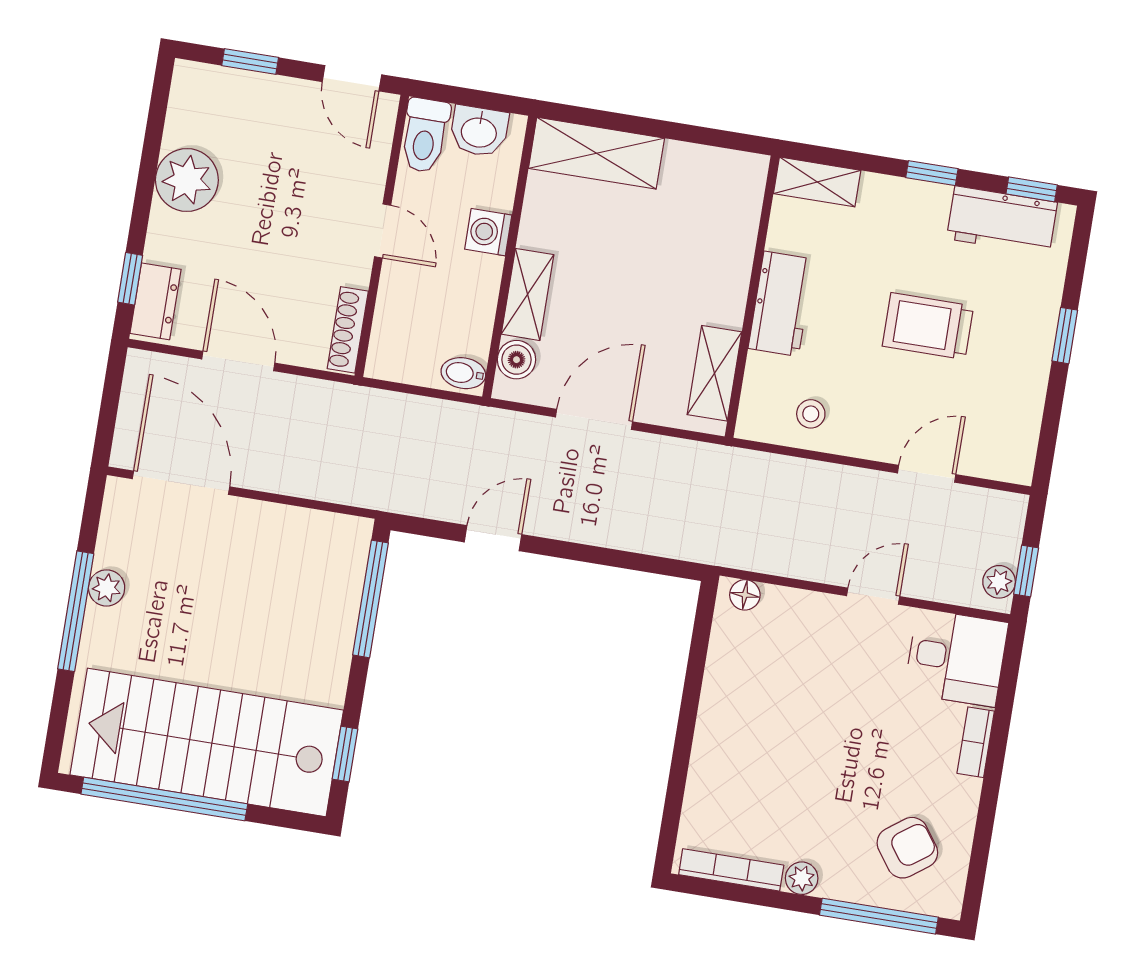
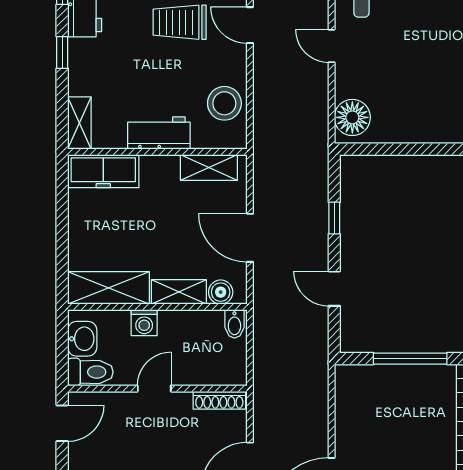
shelving: (596, 153) -> (108, 288), moved, turned 90
freezer: (736, 207) -> (103, 171), added
trolley: (928, 326) -> (180, 22), moved, turned 90
stool: (811, 414) -> (224, 103), width x1.89, depth x1.89
window: (603, 556) -> (334, 218), added
floor lamp: (745, 595) -> (352, 117), width x1.89, depth x1.89
window: (370, 599) -> (410, 359), moved

